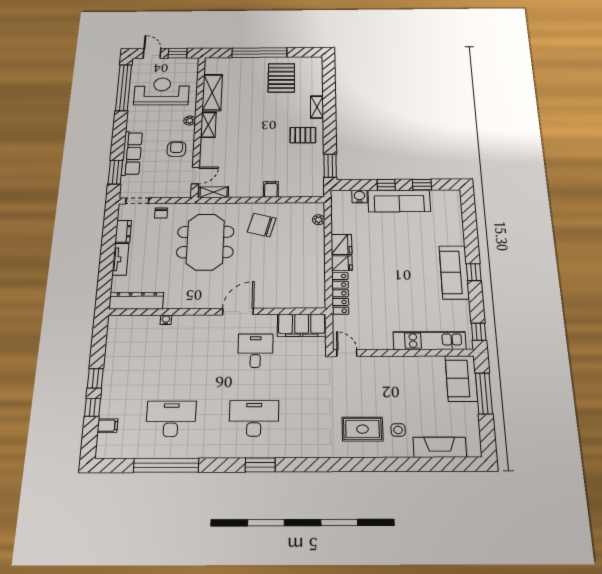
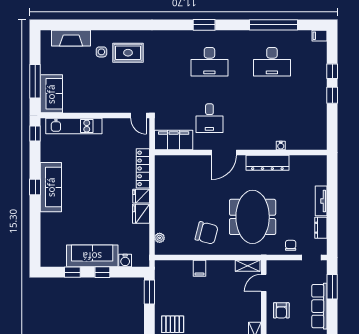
dresser: (136, 301) -> (267, 163), moved
filing cabinet: (108, 426) -> (319, 36), moved

